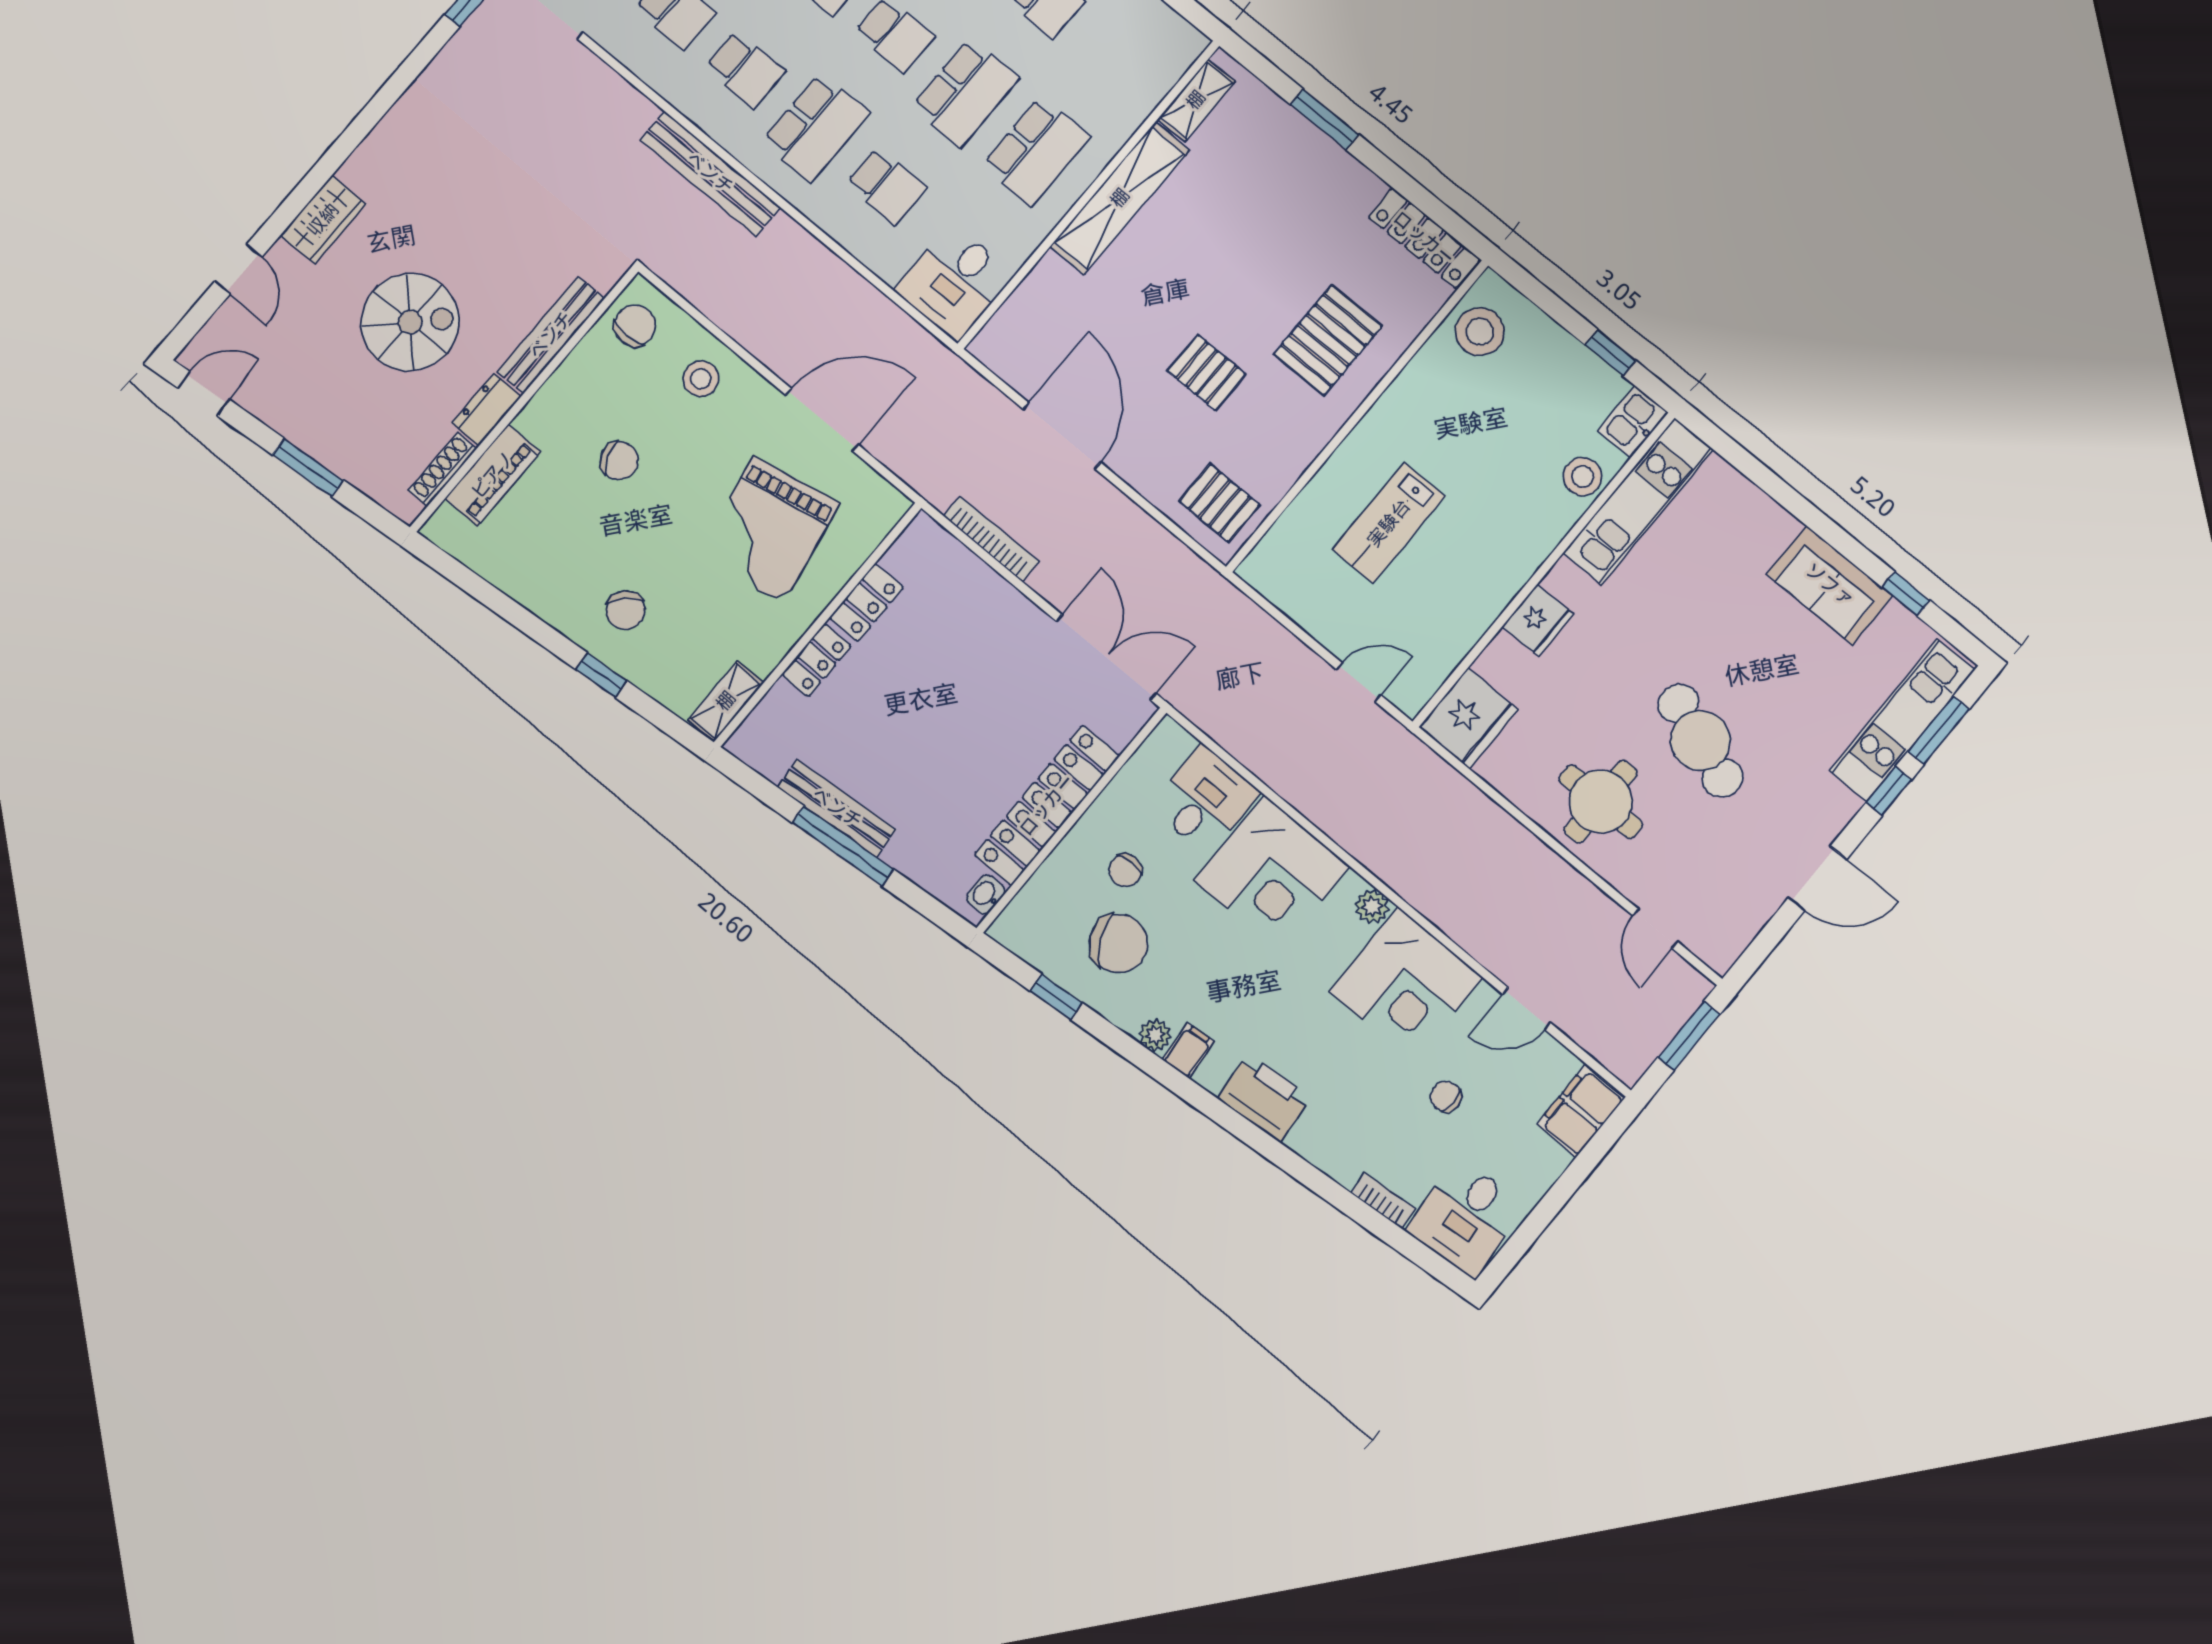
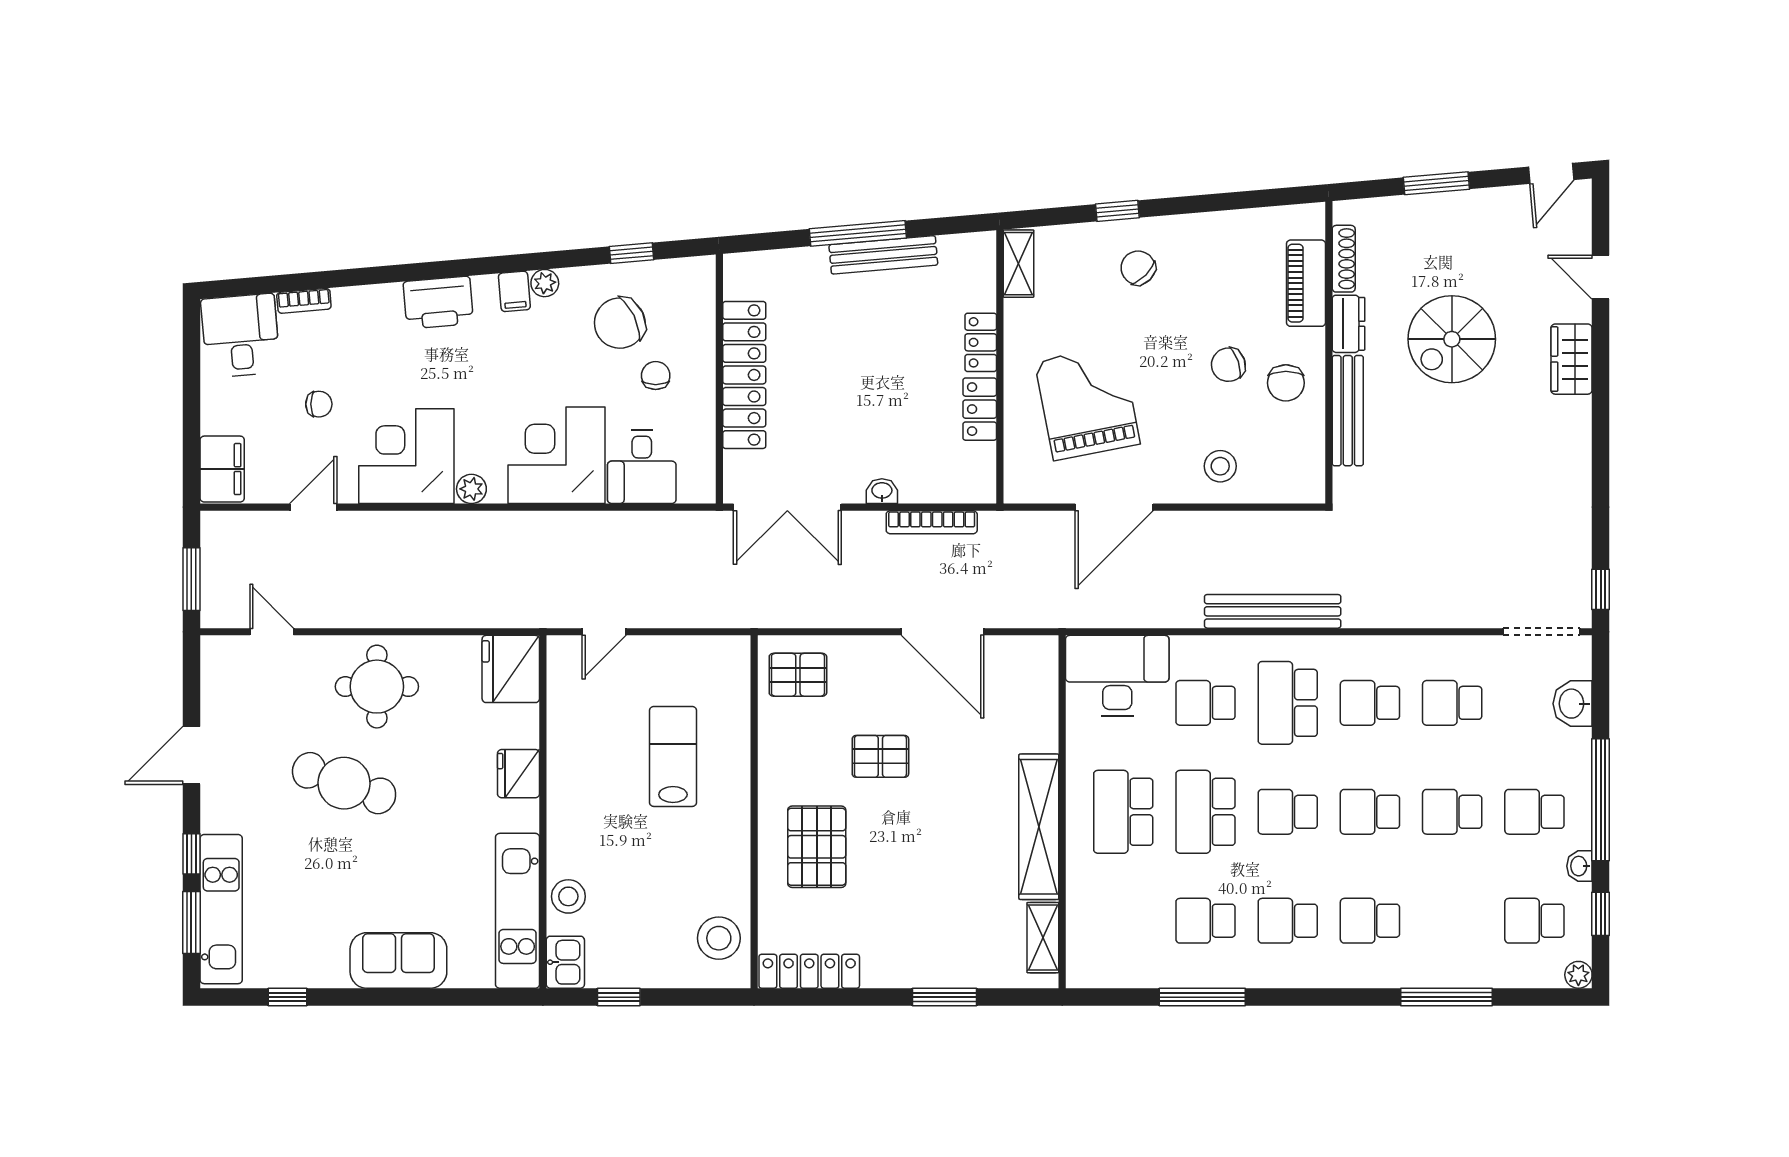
bench: (710, 173) -> (1273, 611), moved
desk: (954, 282) -> (1117, 676), width x1.37
chair: (635, 326) -> (1286, 383), moved
sofa: (1830, 585) -> (398, 960), moved
washbasin: (986, 895) -> (882, 491), moved, turned -90

